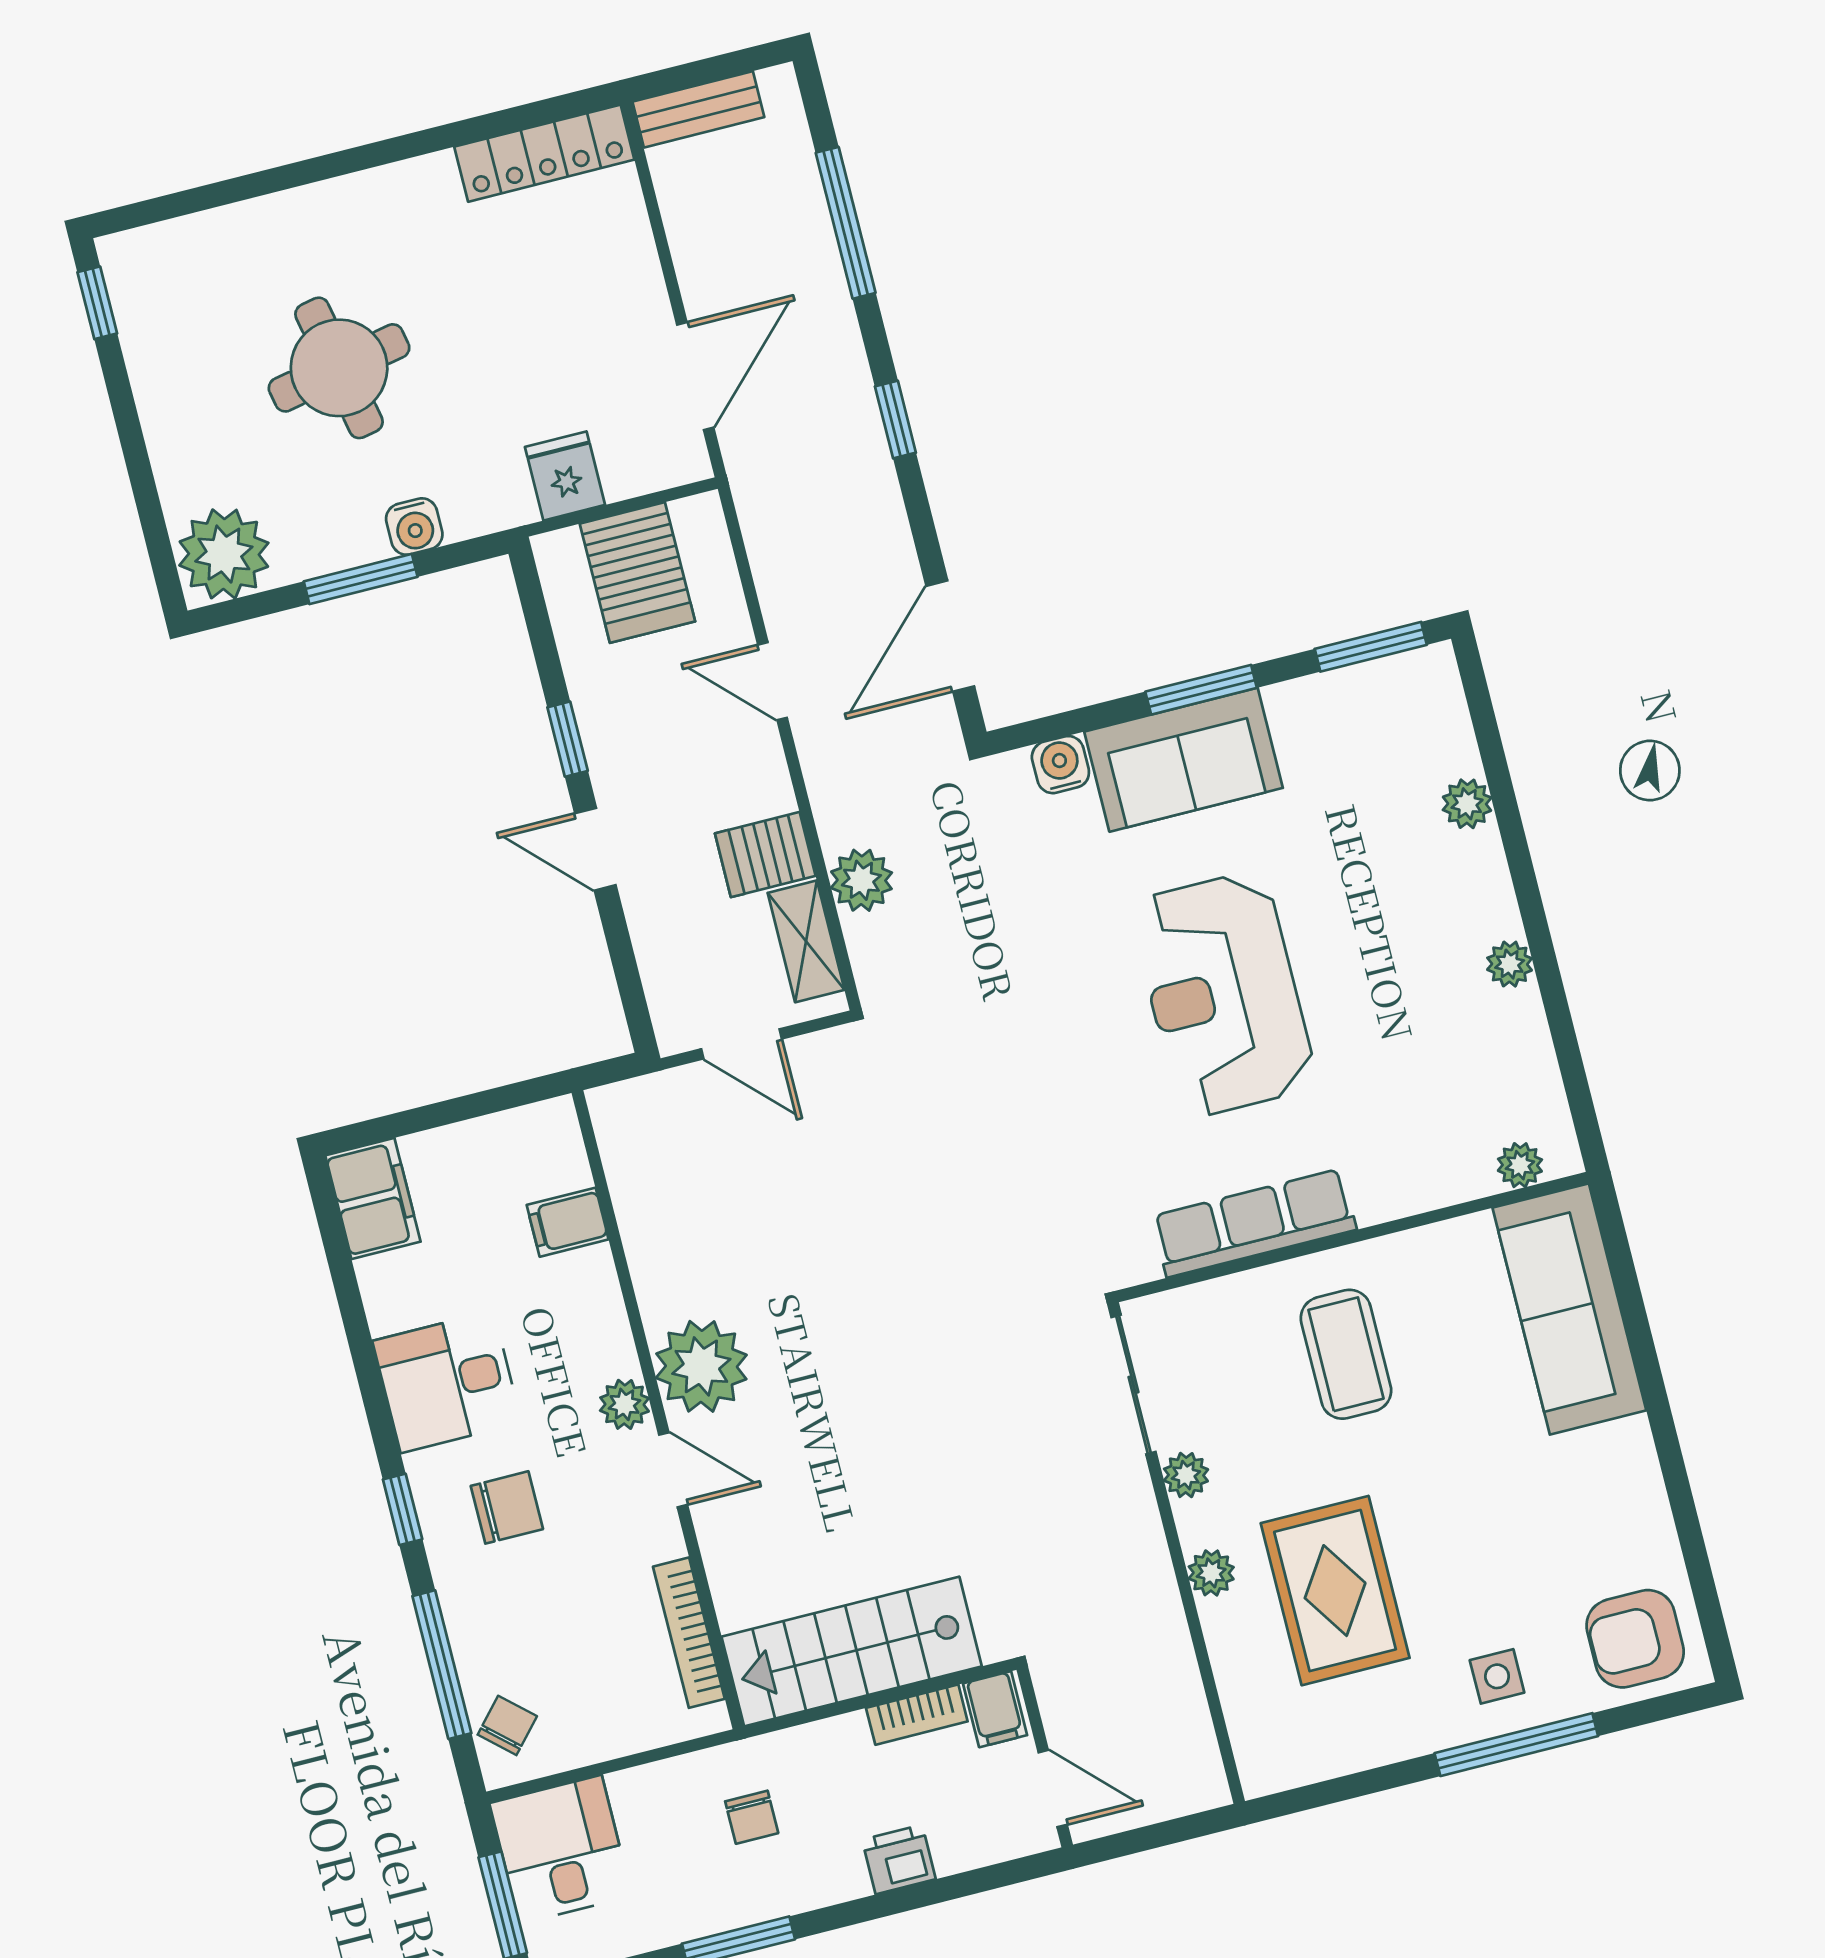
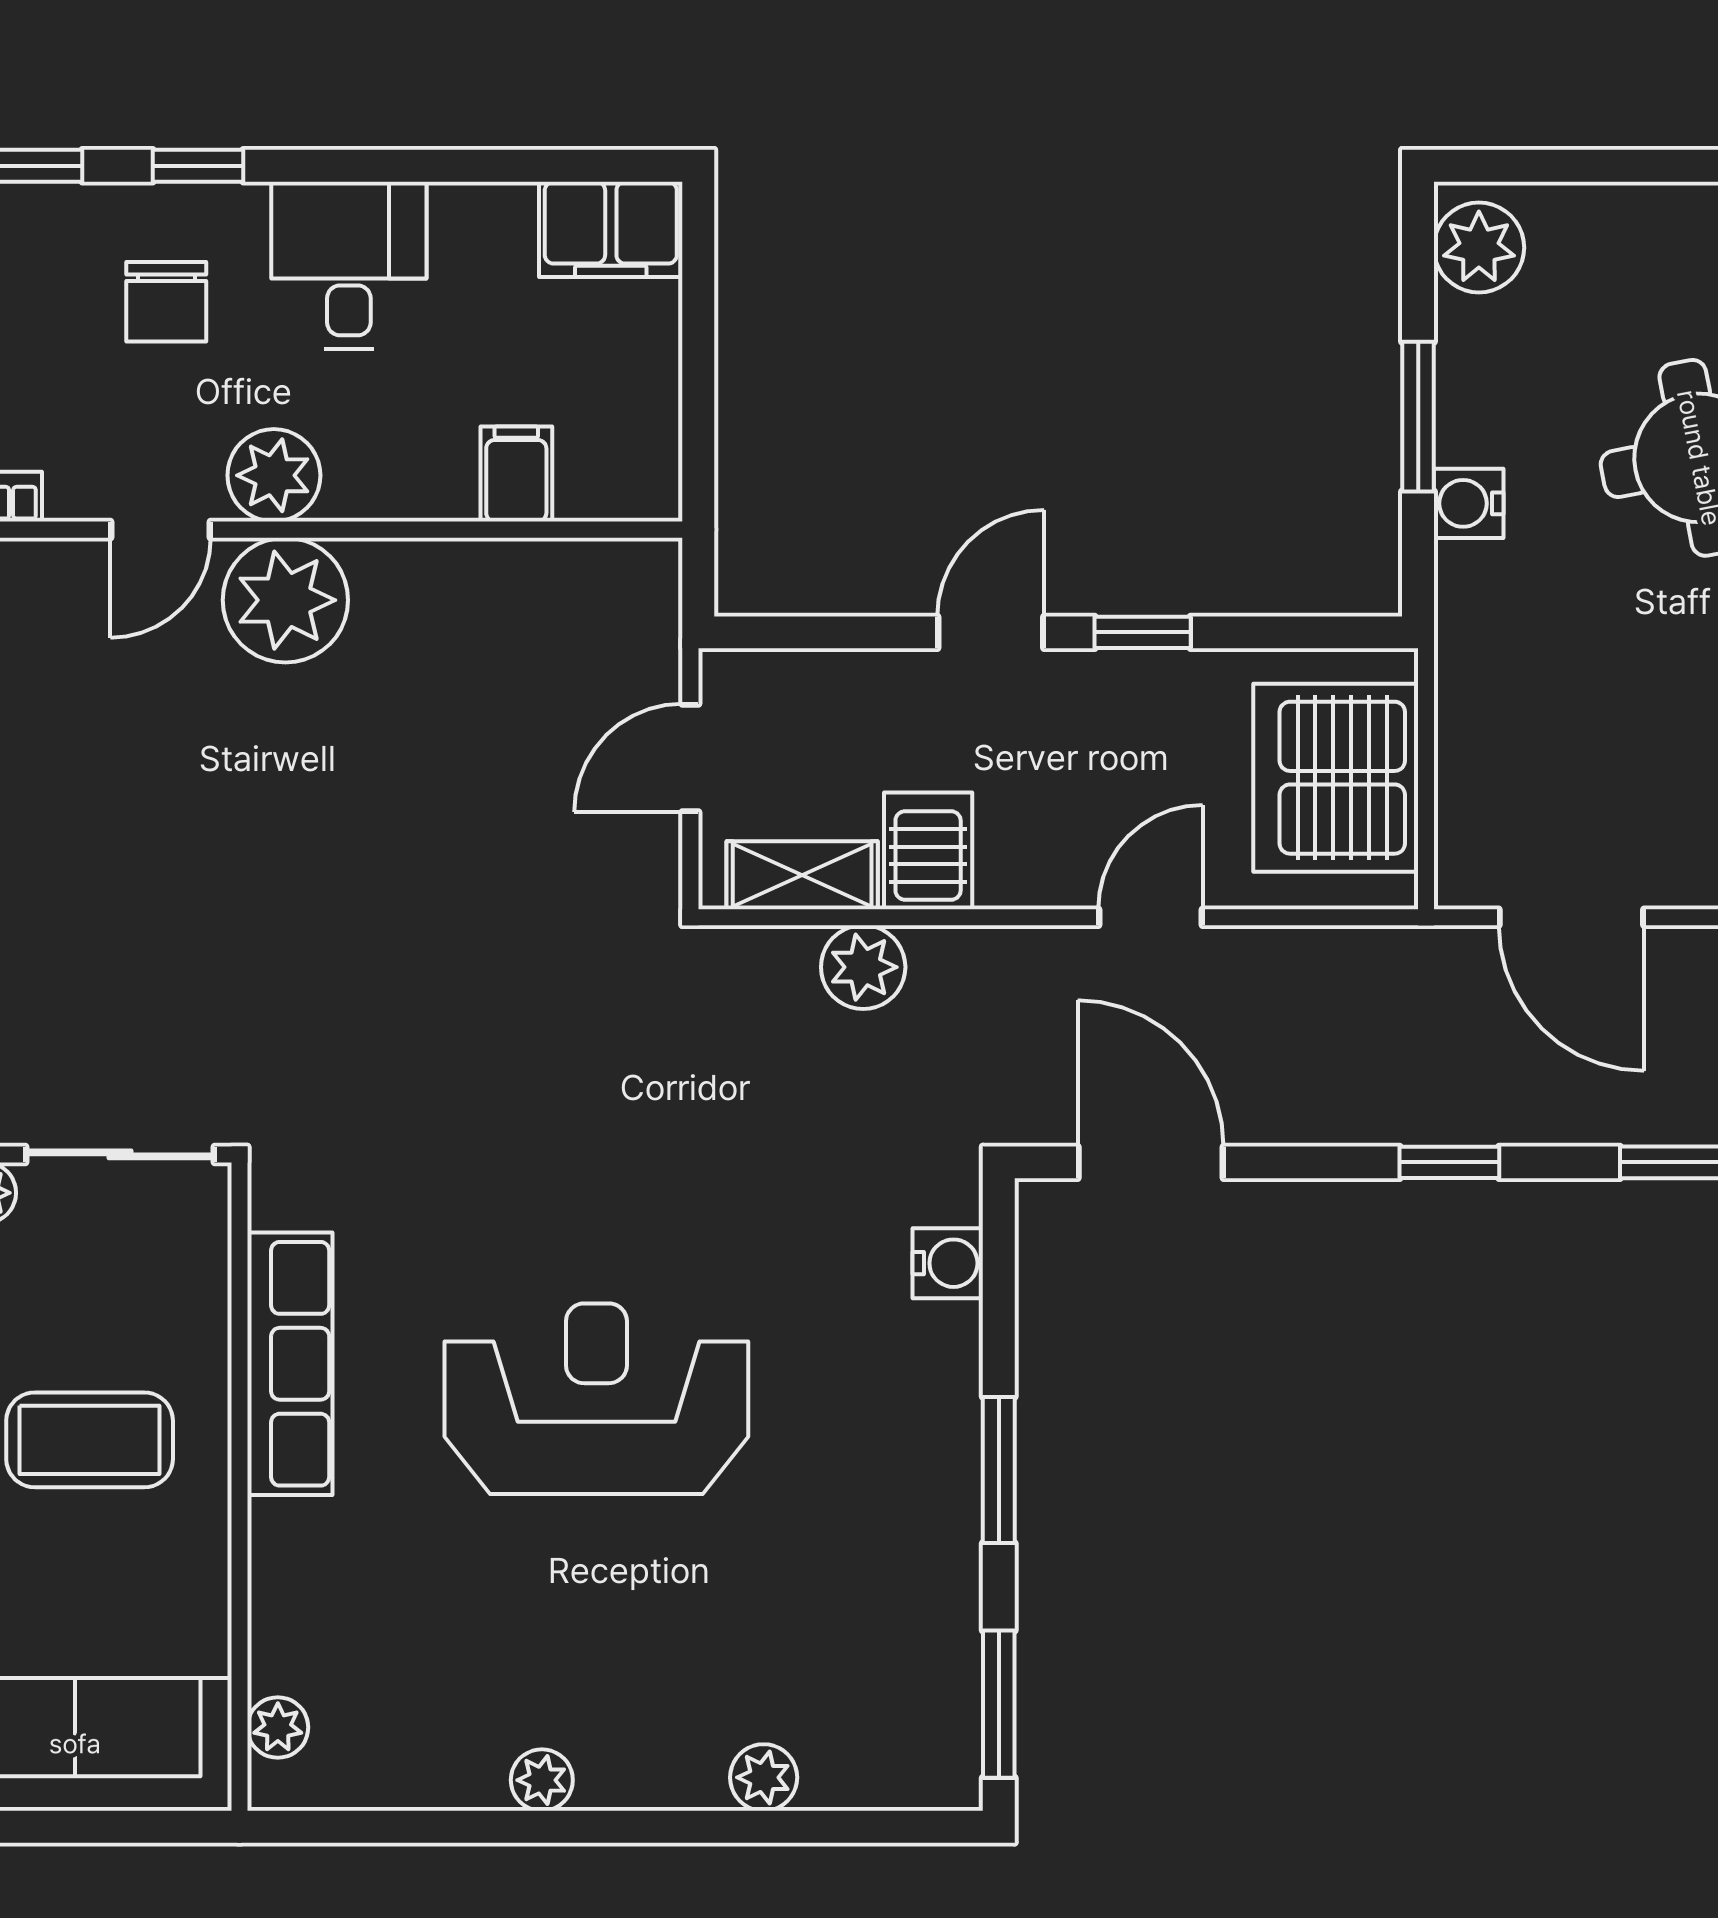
fridge: (565, 476) -> (1485, 715), removed
plant: (224, 554) -> (1479, 248), width x0.73, depth x0.73
server rack: (637, 573) -> (1336, 778), width x1.60
sofa: (1184, 760) -> (914, 1424), removed
plant: (625, 1404) -> (274, 475), width x1.38, depth x1.38

